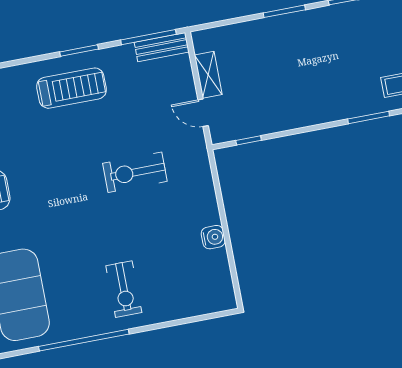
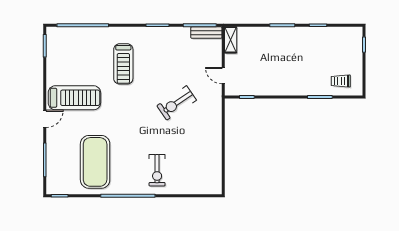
shelving: (208, 75) -> (231, 40), moved
treadmill: (72, 88) -> (123, 64), moved, turned 90
exercise bike: (135, 172) -> (177, 103), turned -34
water cooler: (213, 237) -> (215, 150), removed

